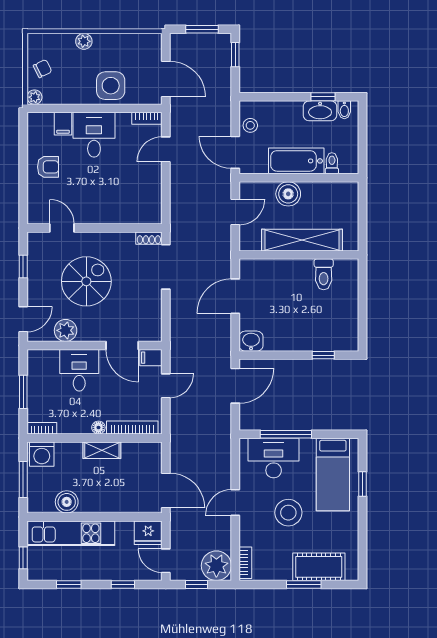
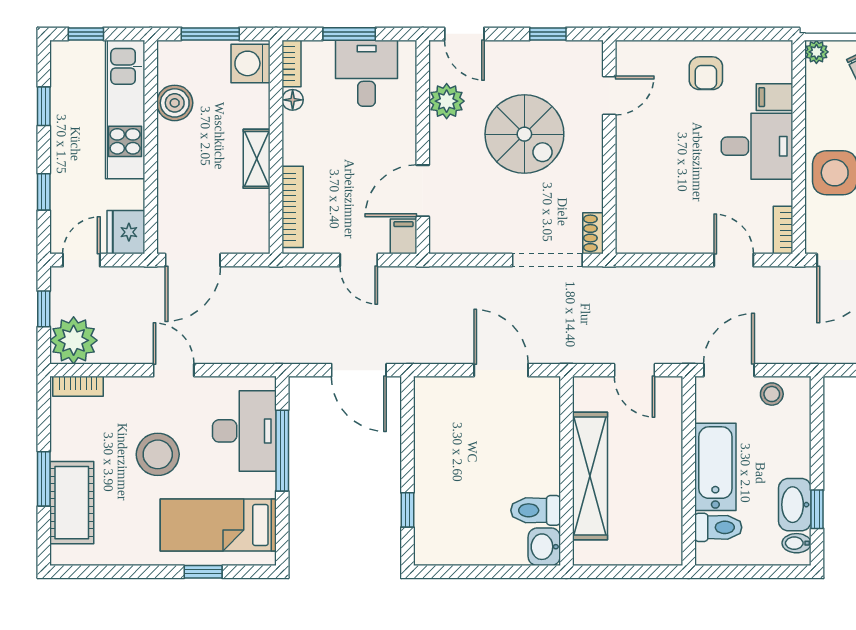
toilet: (332, 163) -> (718, 527), width x1.37, depth x1.39
boiler: (288, 194) -> (663, 454), removed
washbasin: (251, 341) -> (544, 547), moved, turned 180
desk: (79, 370) -> (367, 73), moved, turned -90
floor lamp: (98, 428) -> (293, 100), moved

